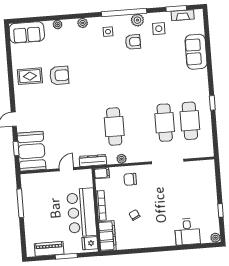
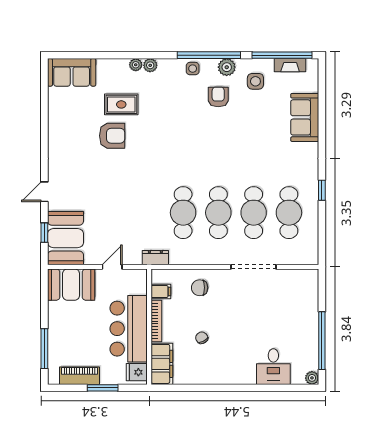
window: (176, 9) -> (282, 55), width x2.11
plant: (58, 25) -> (136, 65), moved
side table: (108, 32) -> (193, 69), moved
armchair: (133, 42) -> (218, 97), turned -90
rug: (30, 76) -> (121, 104), moved
cafe table: (139, 125) -> (218, 213), added
plant: (122, 159) -> (190, 258), removed
dresser: (93, 161) -> (155, 258), width x0.70
filing cabinet: (102, 173) -> (161, 292), moved
booth: (38, 184) -> (71, 285), added
window: (20, 203) -> (44, 349), moved
window: (221, 210) -> (322, 341), width x3.17

